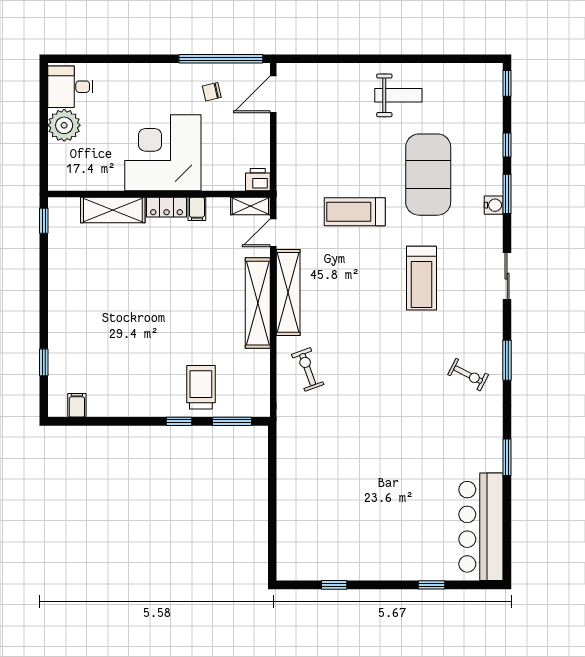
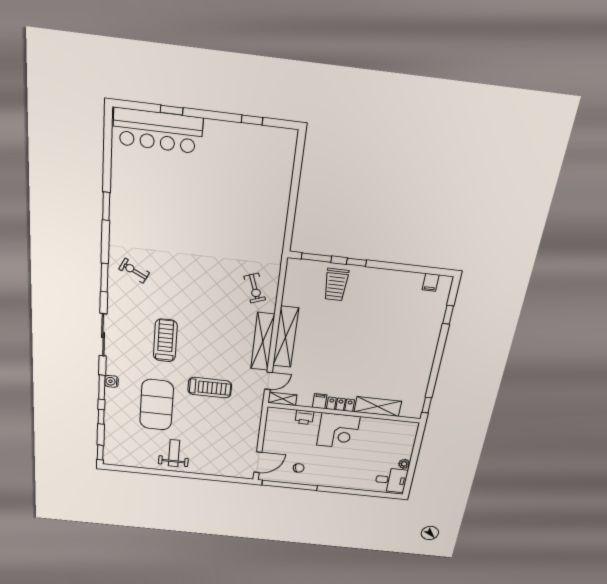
weight bench: (398, 95) -> (174, 453), turned 90
plant: (64, 125) -> (404, 464), width x0.53, depth x0.53
corner desk: (163, 153) -> (338, 431), width x0.74, depth x0.74
printer: (258, 180) -> (304, 417), moved
sliding door: (507, 276) -> (103, 335), width x1.37
bar counter: (481, 527) -> (158, 131), moved, turned 90

